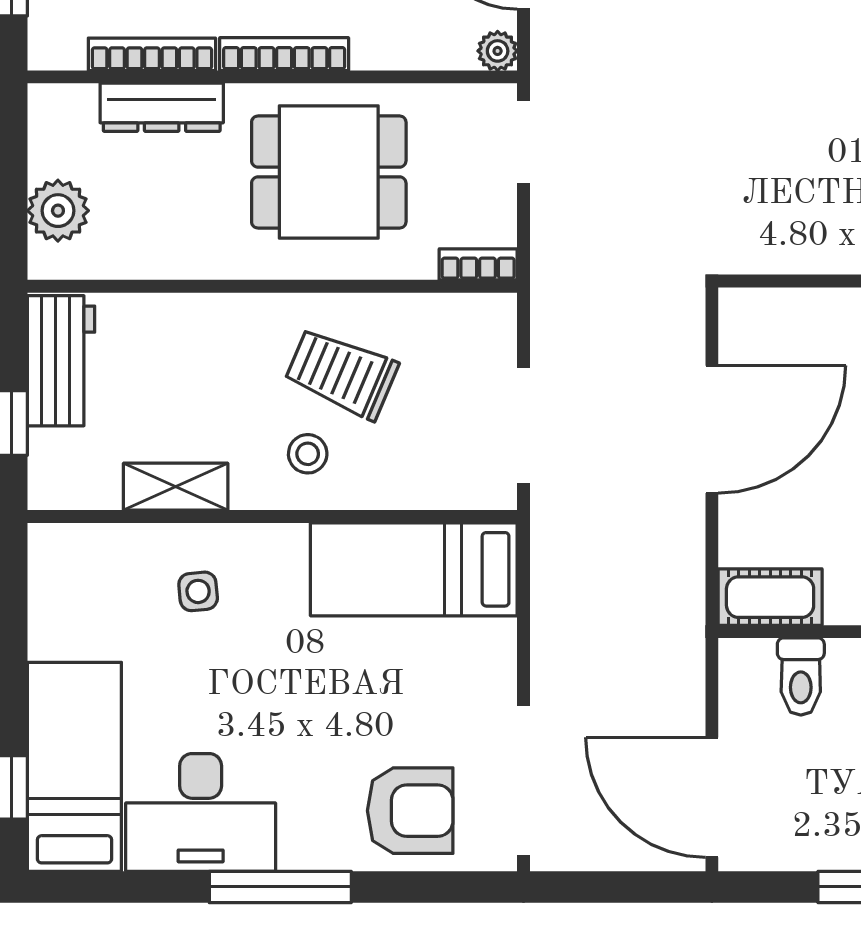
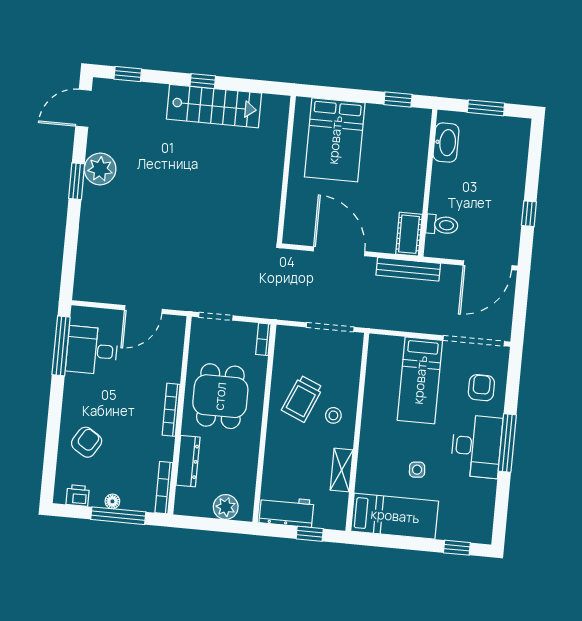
plant: (498, 51) -> (178, 323), removed
bookcase: (152, 54) -> (164, 488), moved
bed: (414, 569) -> (420, 380), moved
side table: (198, 591) -> (417, 470), moved
bench: (684, 604) -> (408, 269), added
bed: (74, 767) -> (395, 516), moved, turned 180
armchair: (410, 811) -> (481, 388), width x0.72, depth x0.72
desk: (201, 812) -> (477, 446), moved

